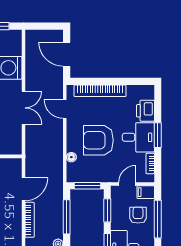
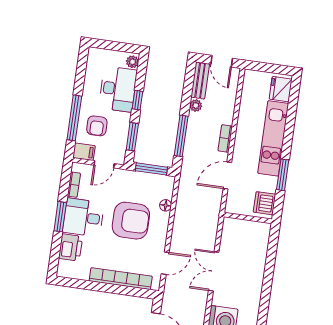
door: (65, 109) -> (165, 263), hinge flipped
bookcase: (30, 220) -> (225, 138), width x0.64

